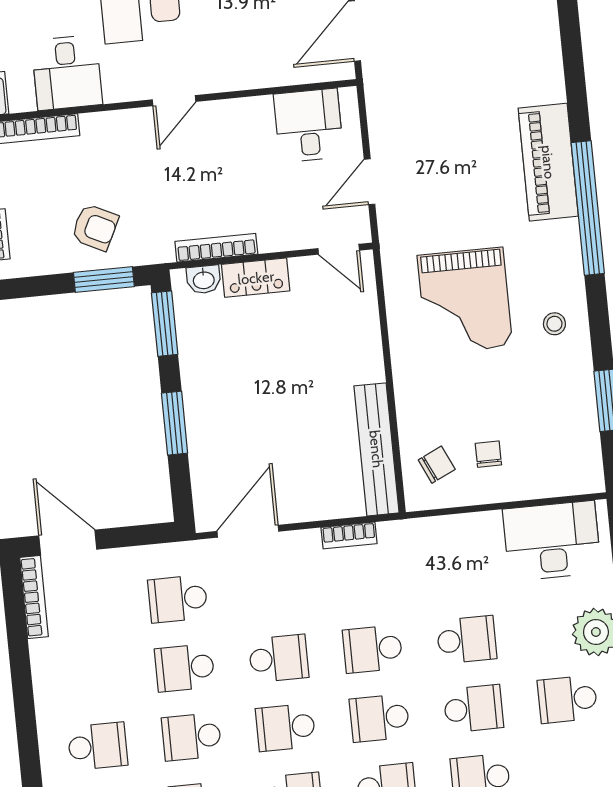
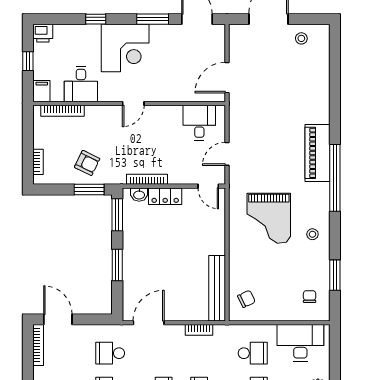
chair: (488, 454) -> (310, 297), moved
school desk: (460, 571) -> (253, 353), added

